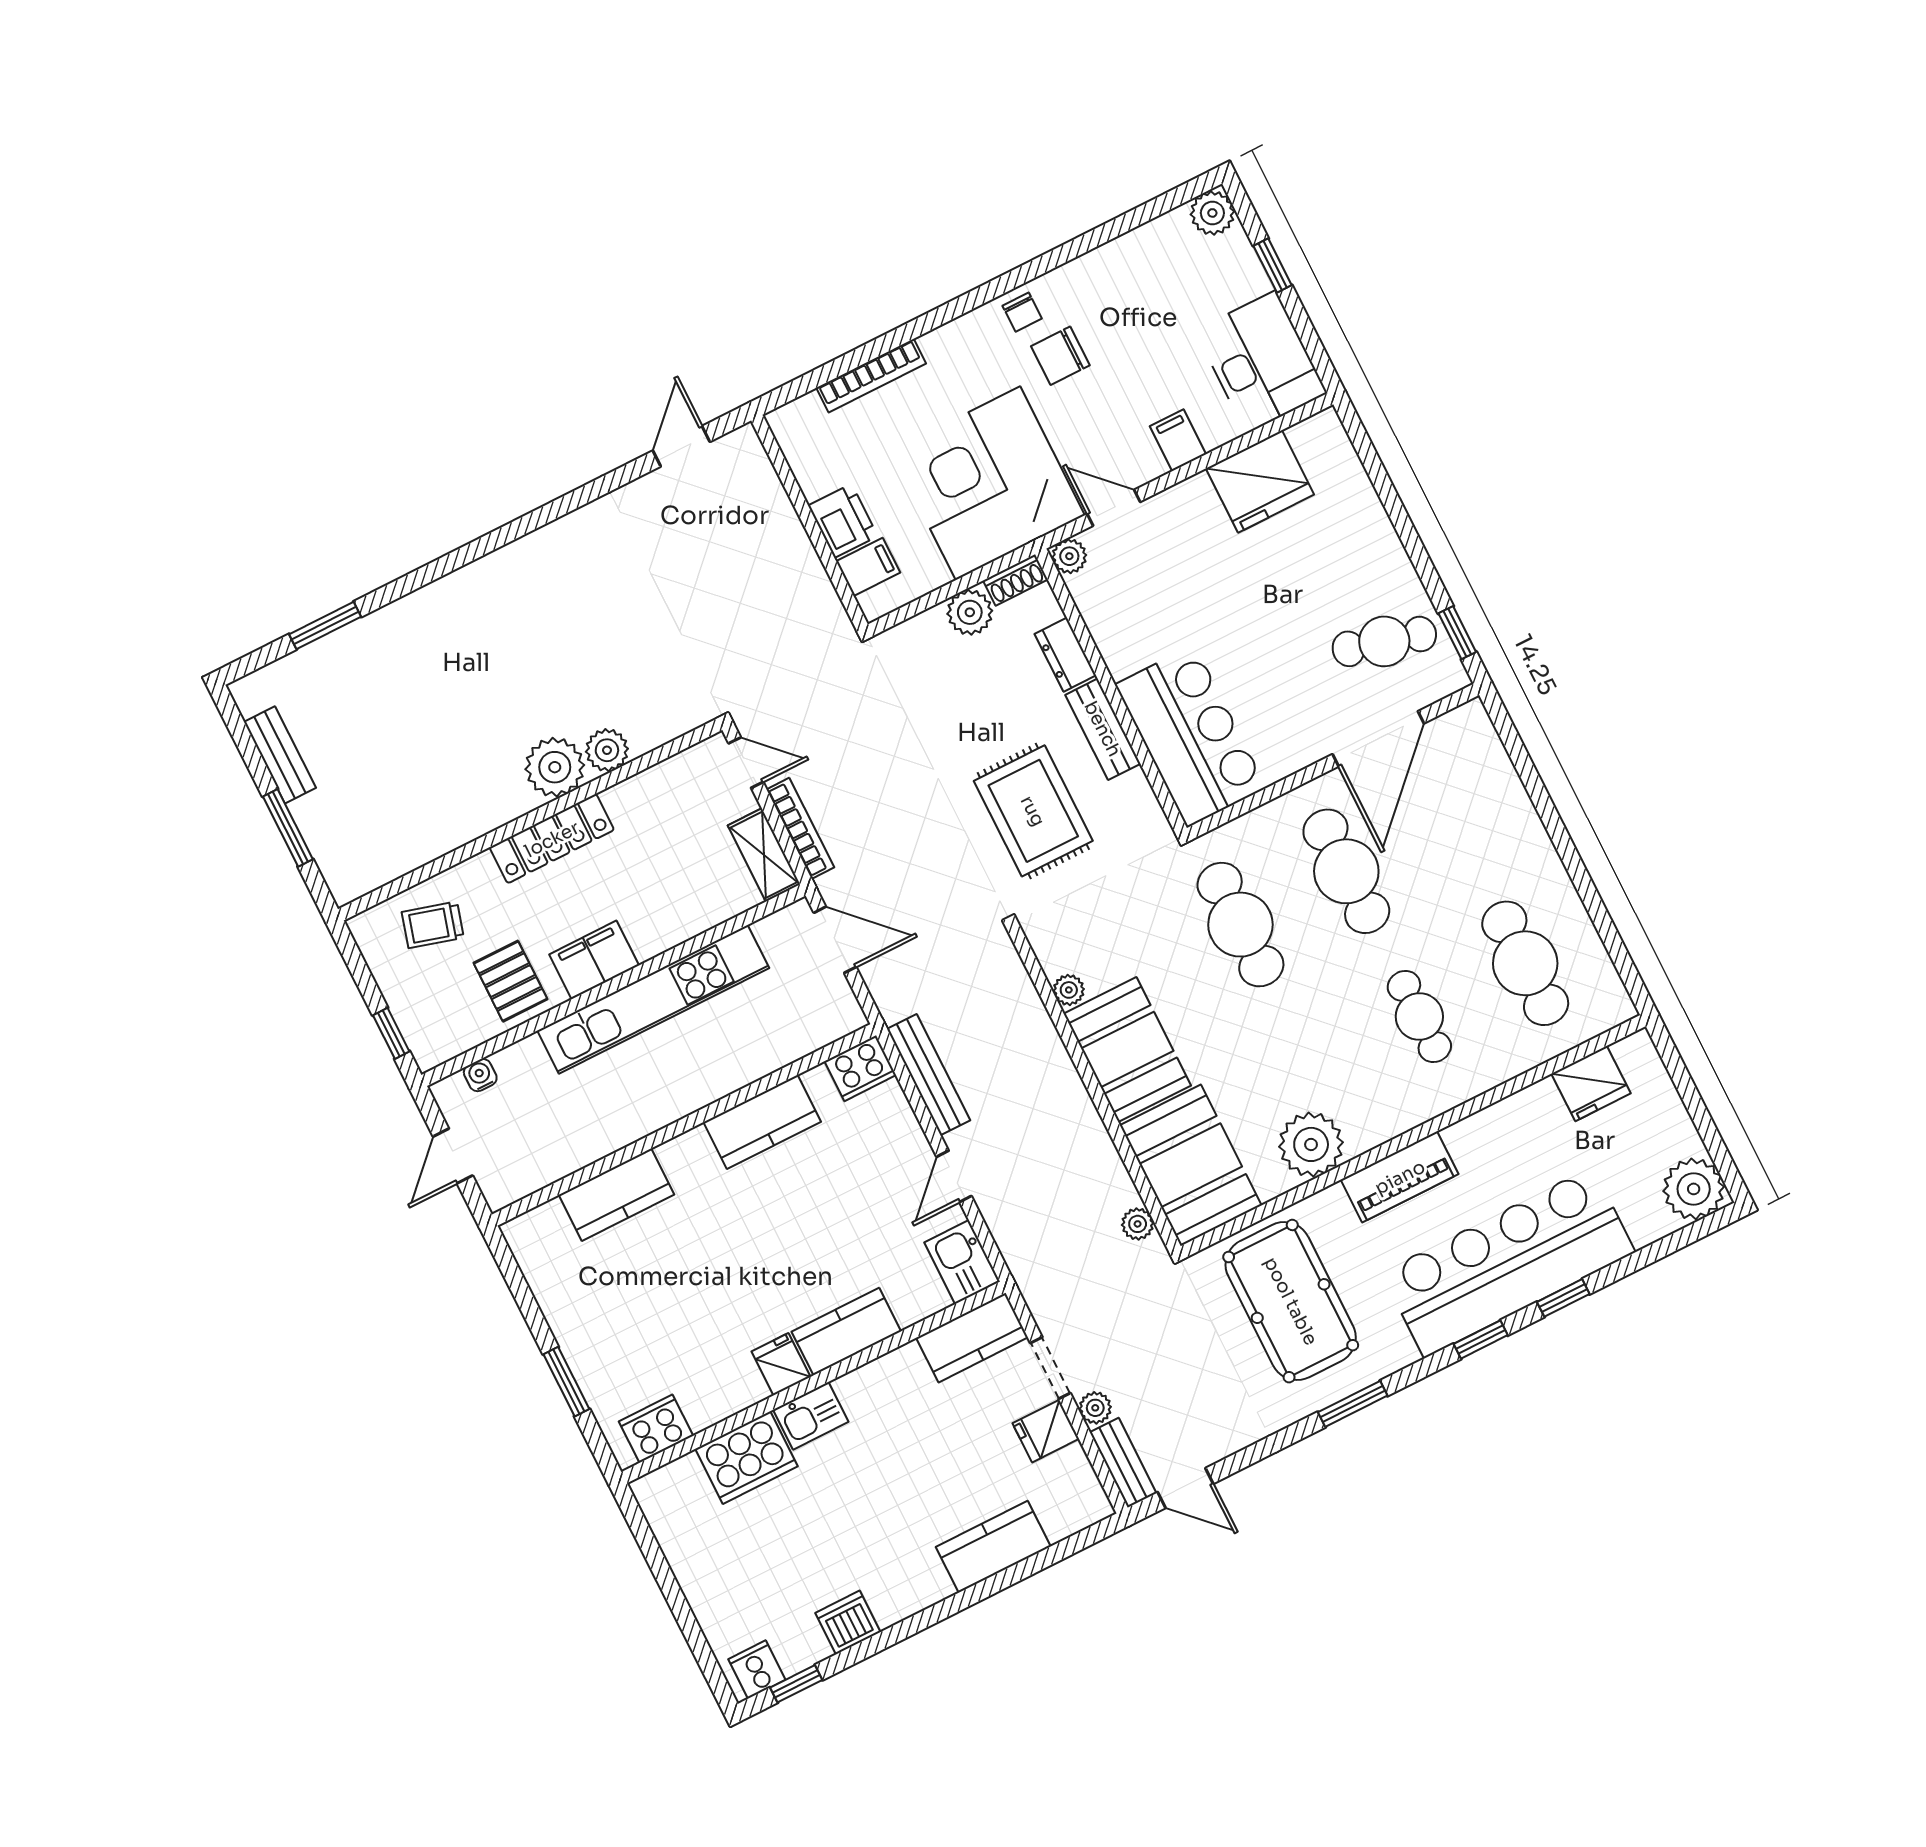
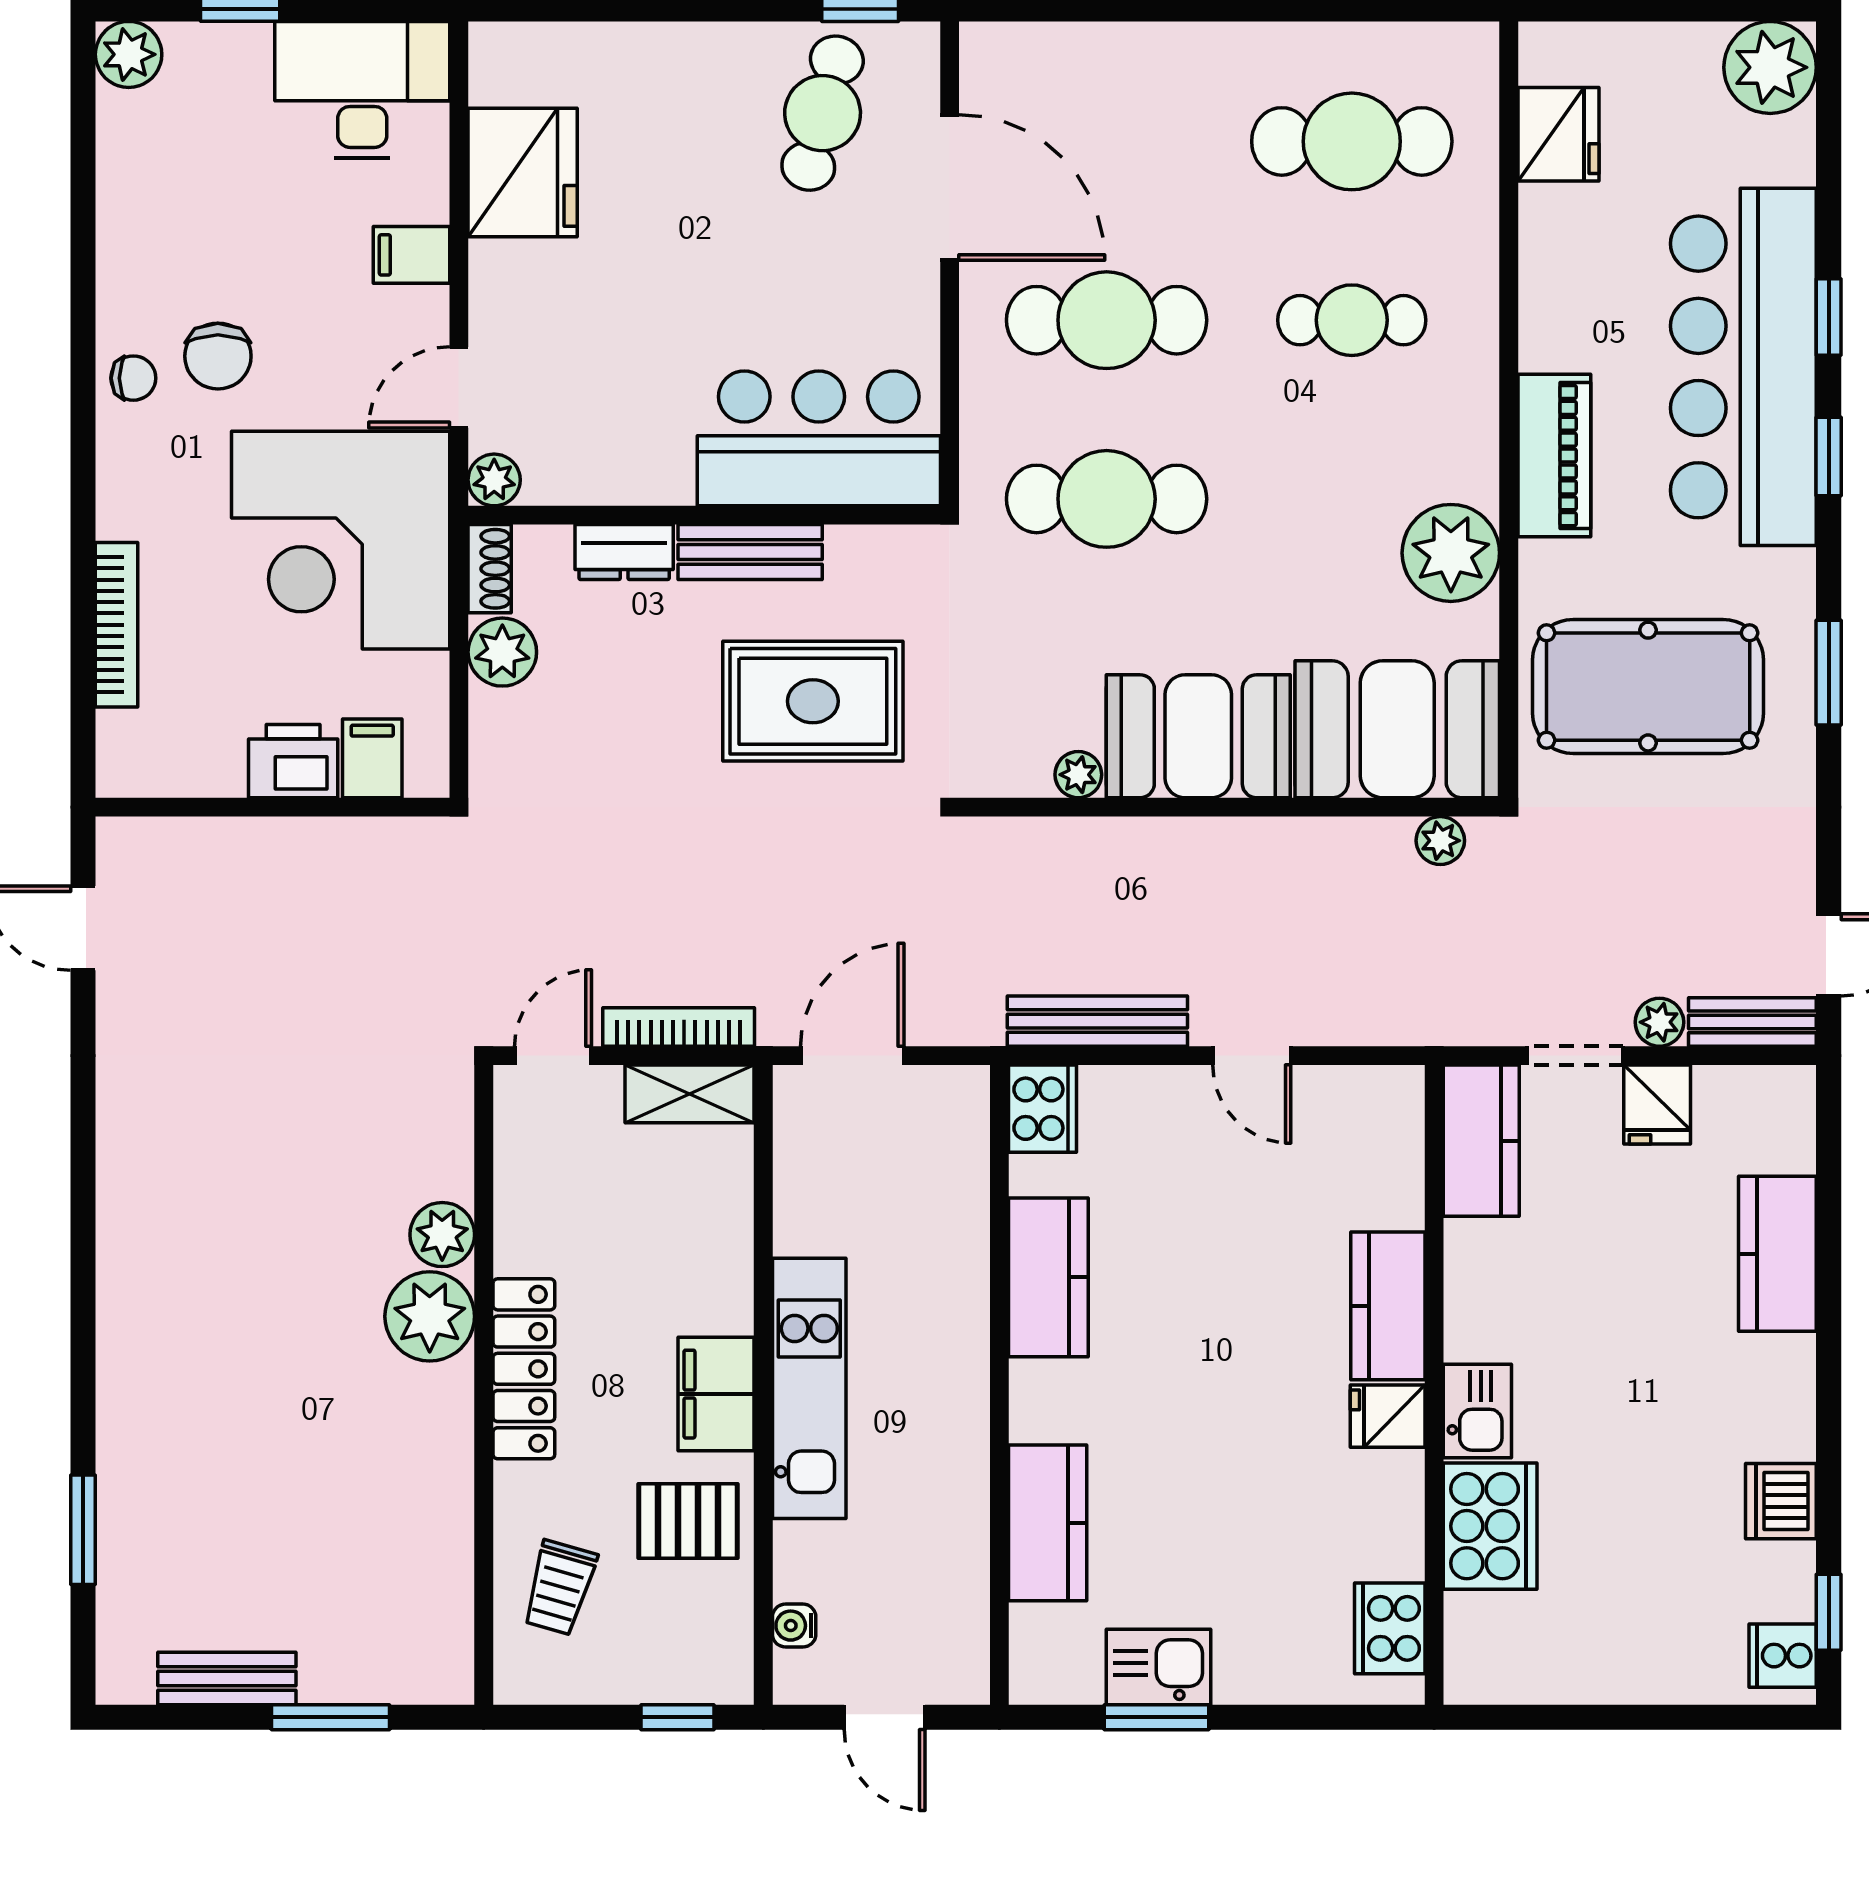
kitchen unit: (653, 999) -> (809, 1388), width x0.73
kitchen sink: (962, 1262) -> (1158, 1667), moved, turned 180
window: (566, 1382) -> (1157, 1717), moved

